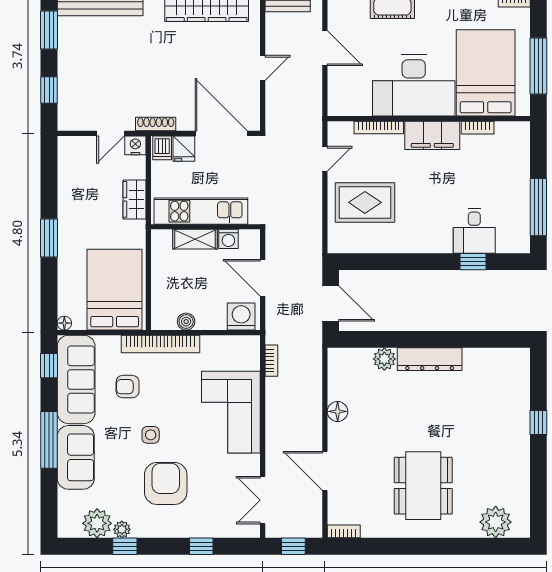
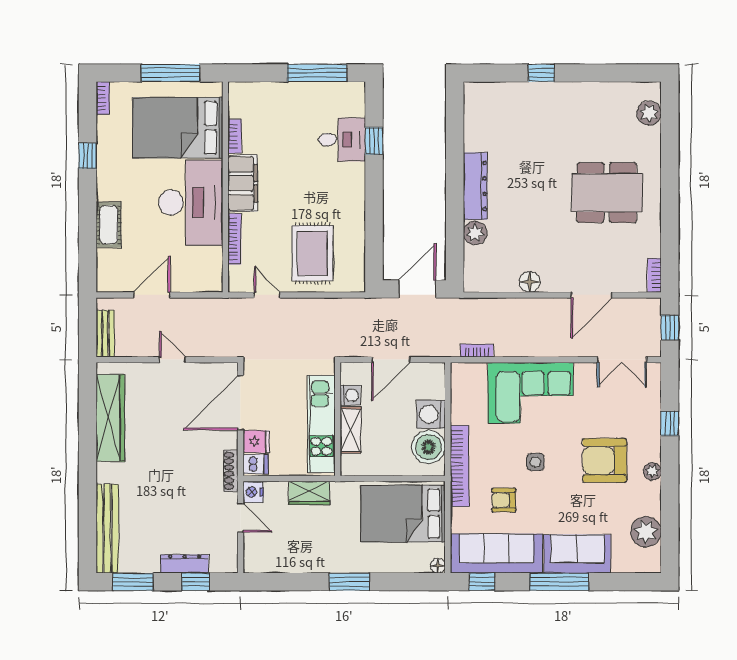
dresser: (66, 80) -> (185, 564), added
washing machine: (241, 317) -> (431, 414), moved
boiler: (186, 322) -> (428, 447), width x1.86, depth x1.86
armchair: (128, 387) -> (504, 500), turned 90
side table: (151, 435) -> (535, 462), moved
plant: (496, 522) -> (649, 113), width x0.73, depth x0.73
plant: (122, 529) -> (652, 471), moved
window: (125, 546) -> (670, 503), removed

